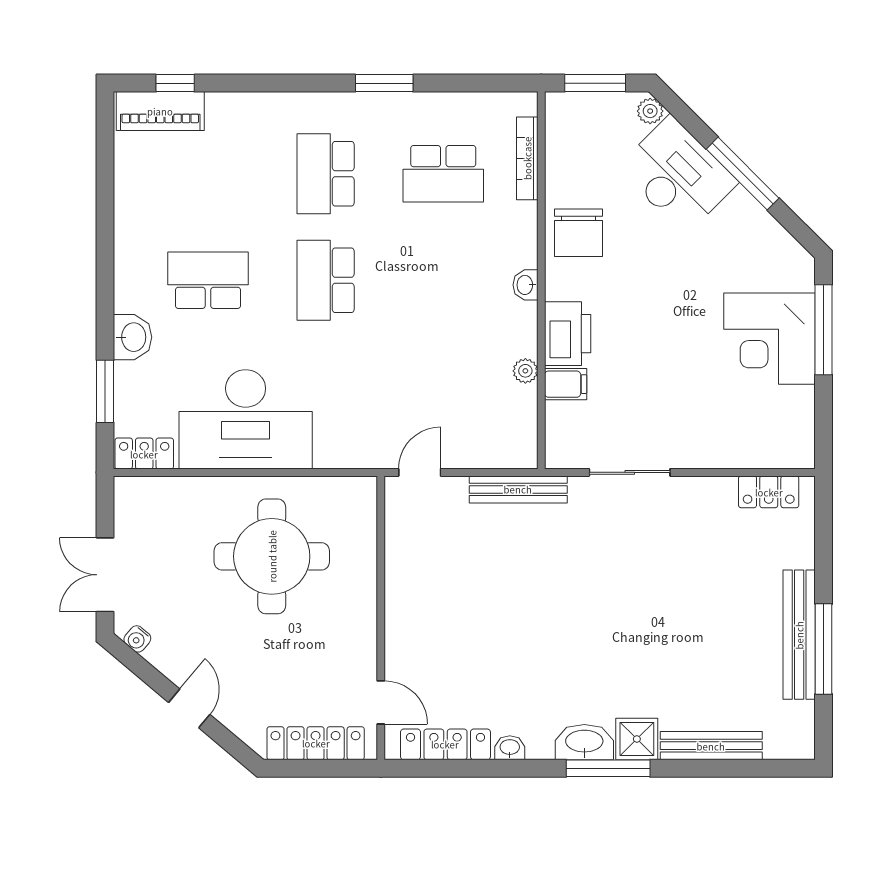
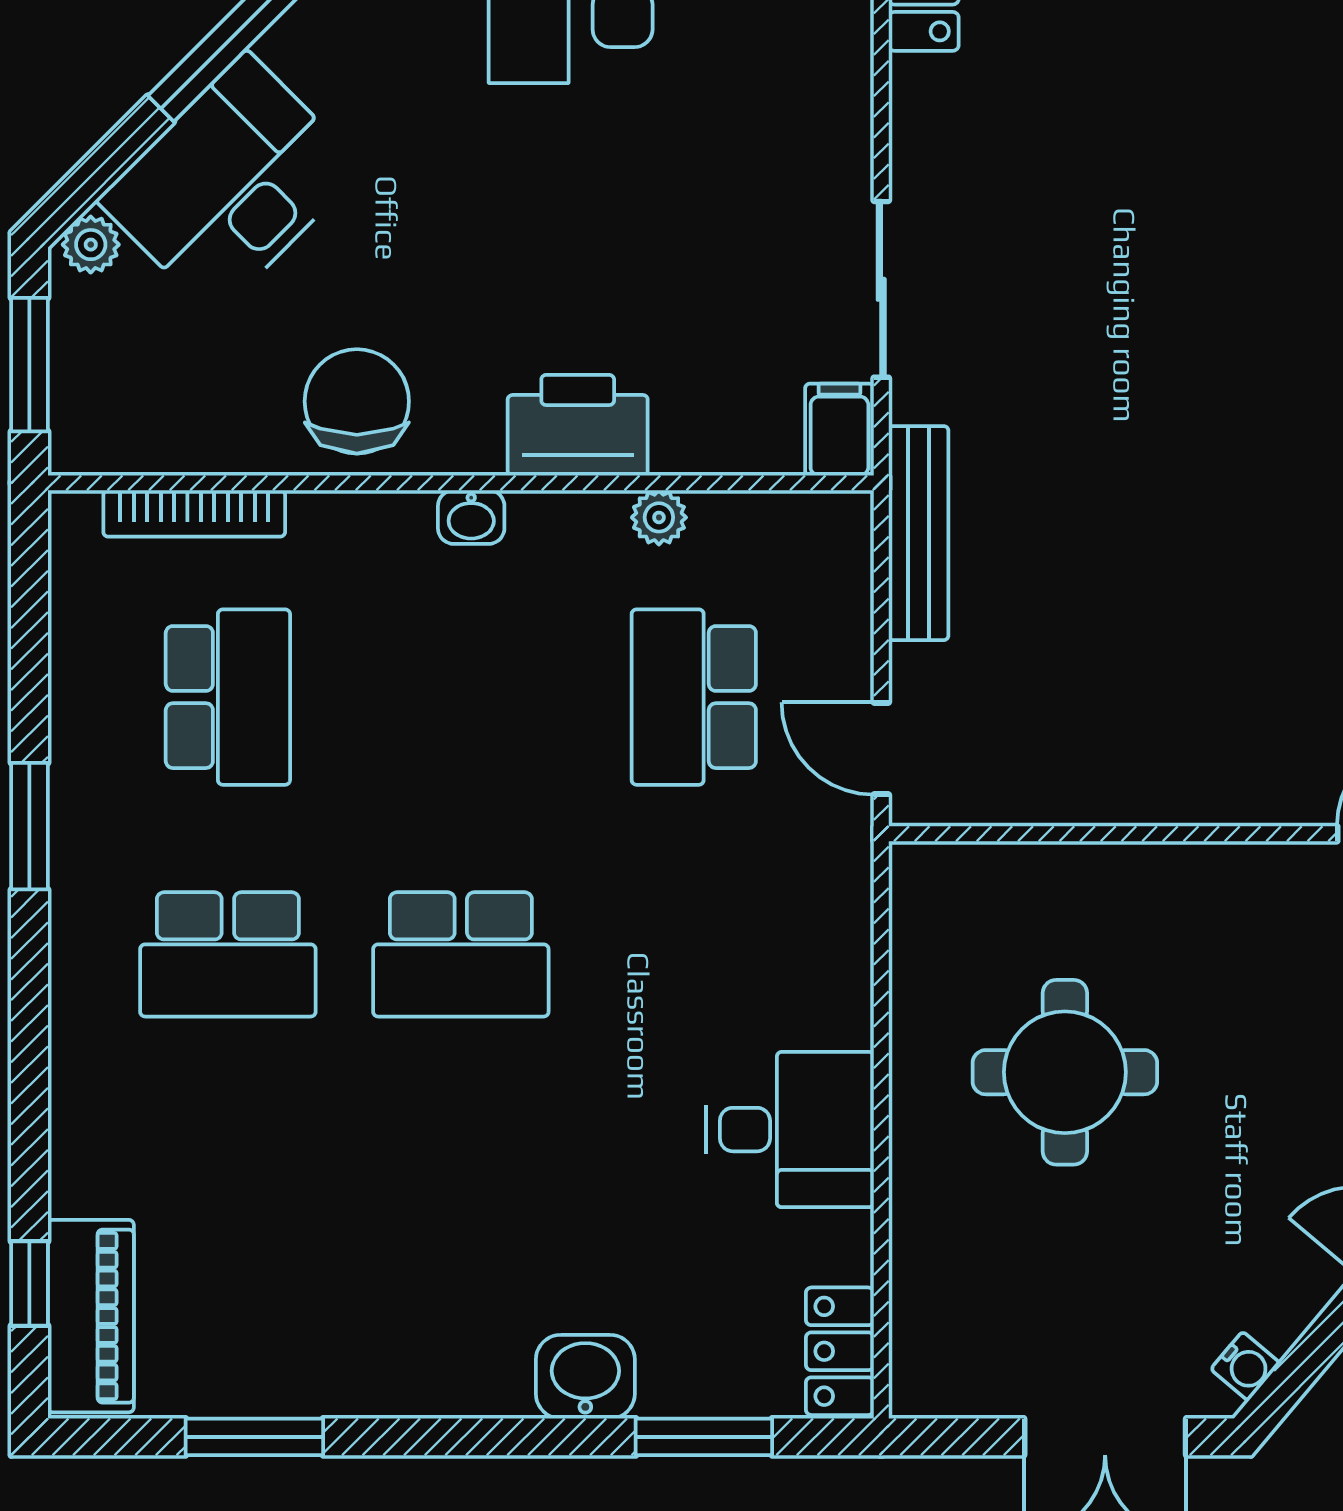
window: (105, 186) -> (254, 1437), added
chair: (578, 233) -> (357, 401), turned -90
school desk: (208, 280) -> (694, 697), moved
filing cabinet: (566, 384) -> (839, 430), moved
desk: (246, 419) -> (790, 1130), width x0.53, depth x0.77
round table: (272, 556) -> (1065, 1072), width x0.73, depth x0.73

